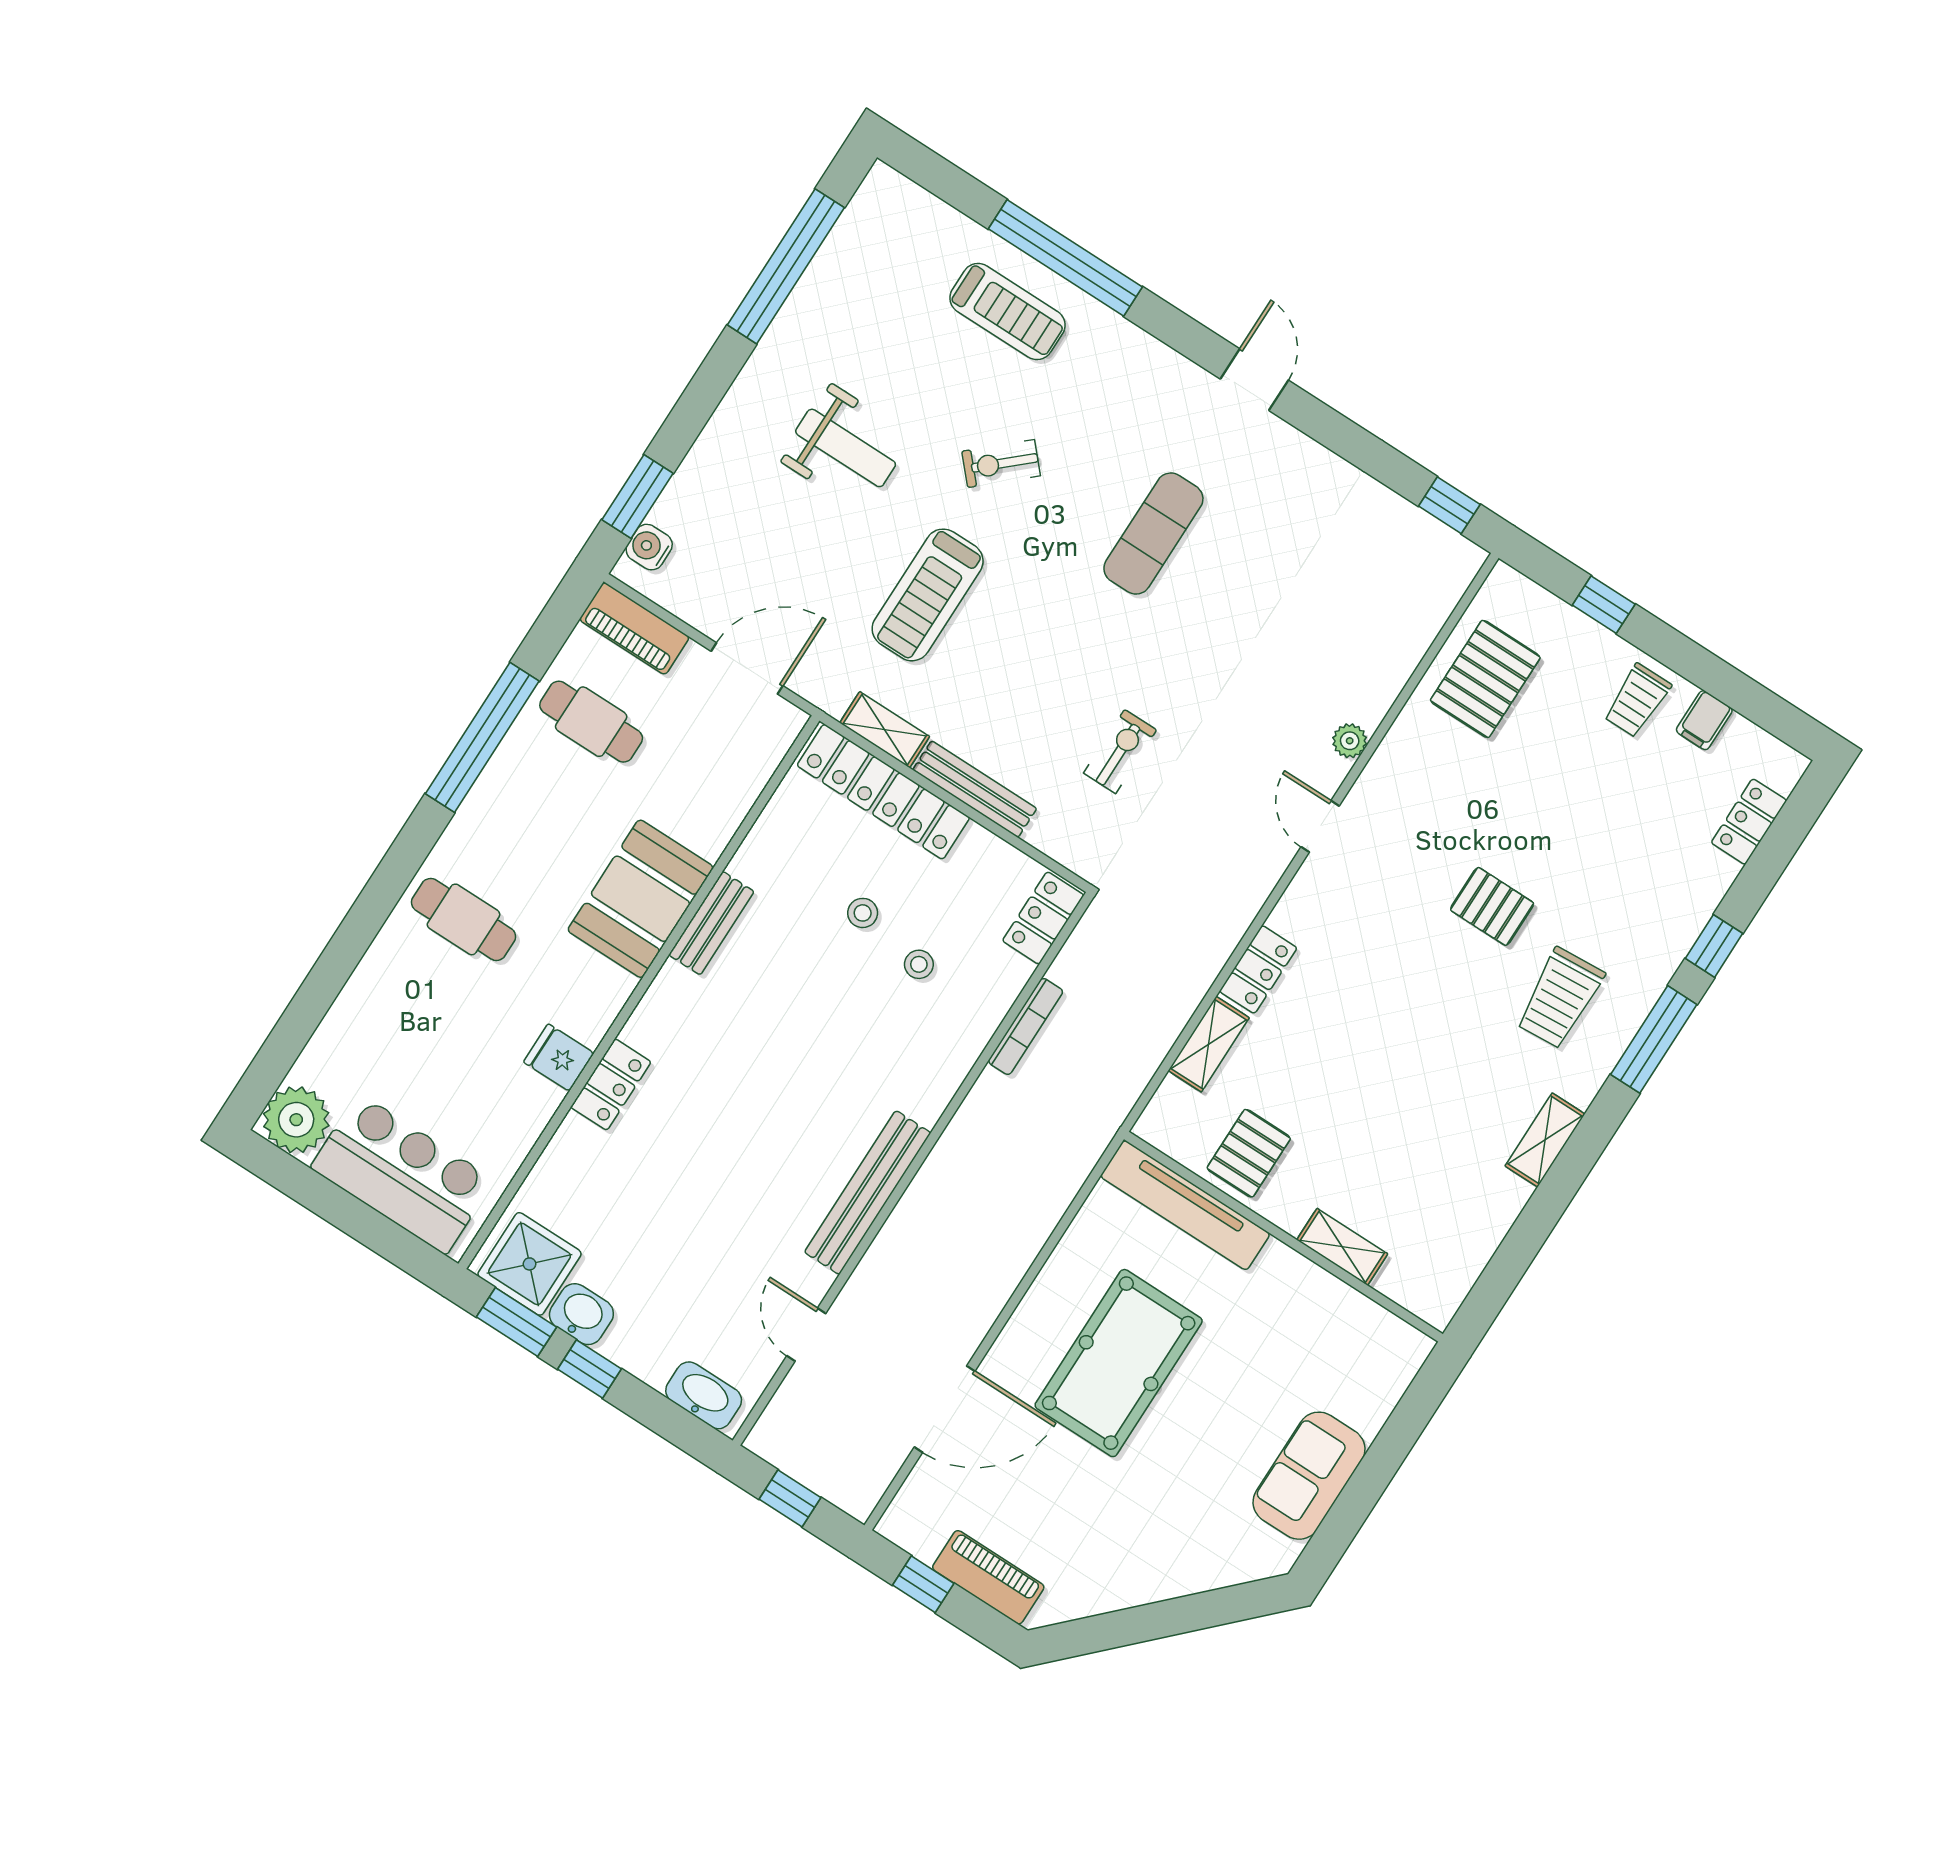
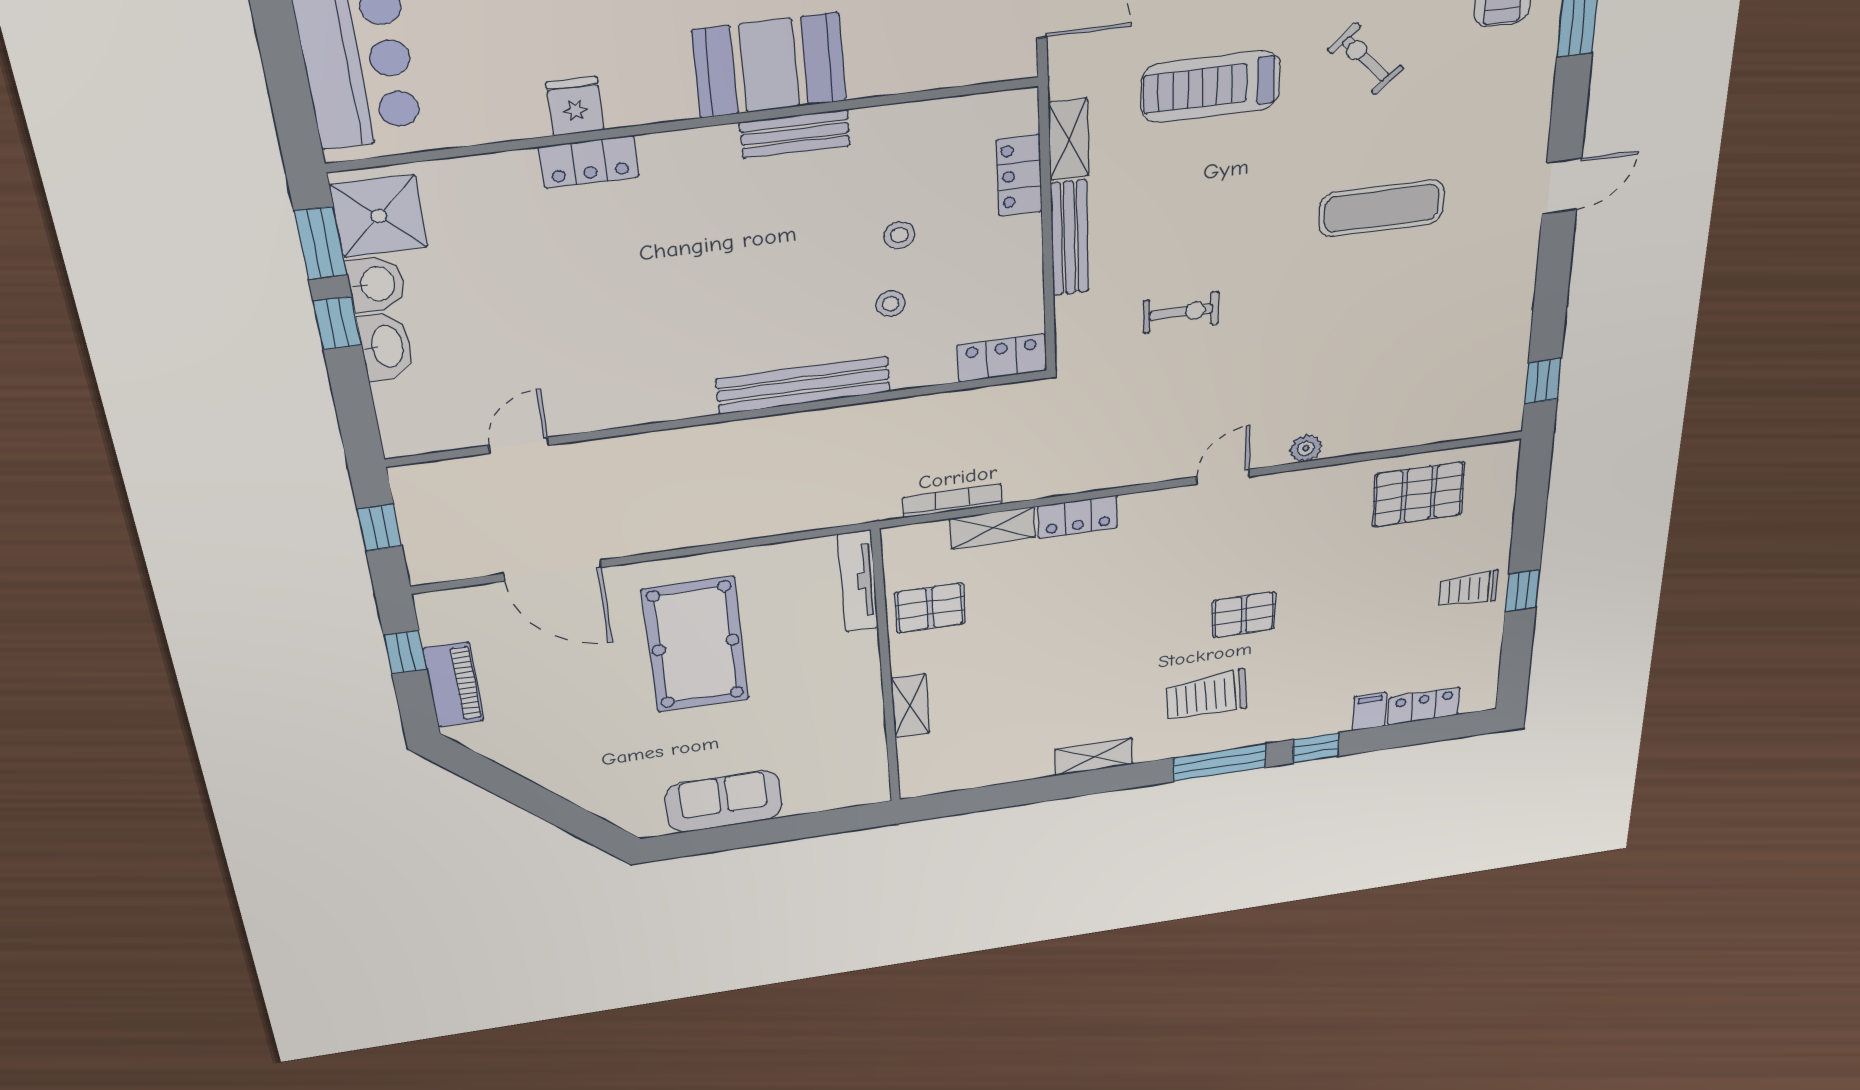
window: (1604, 605) -> (1522, 591), moved
filing cabinet: (1704, 720) -> (1369, 711), moved, turned 90
locker: (883, 792) -> (1019, 176), width x0.46, depth x0.83
pallet: (1492, 906) -> (1244, 615), turned 90
bookcase: (1026, 1026) -> (952, 501), moved, turned 180
bench: (868, 1193) -> (803, 385), moved
tv unit: (1185, 1205) -> (858, 581), width x0.73, depth x0.78
pool table: (1119, 1363) -> (696, 645), turned 90
washbasin: (704, 1395) -> (386, 347), moved

